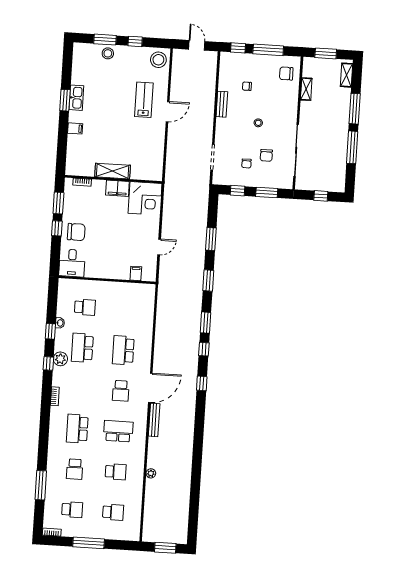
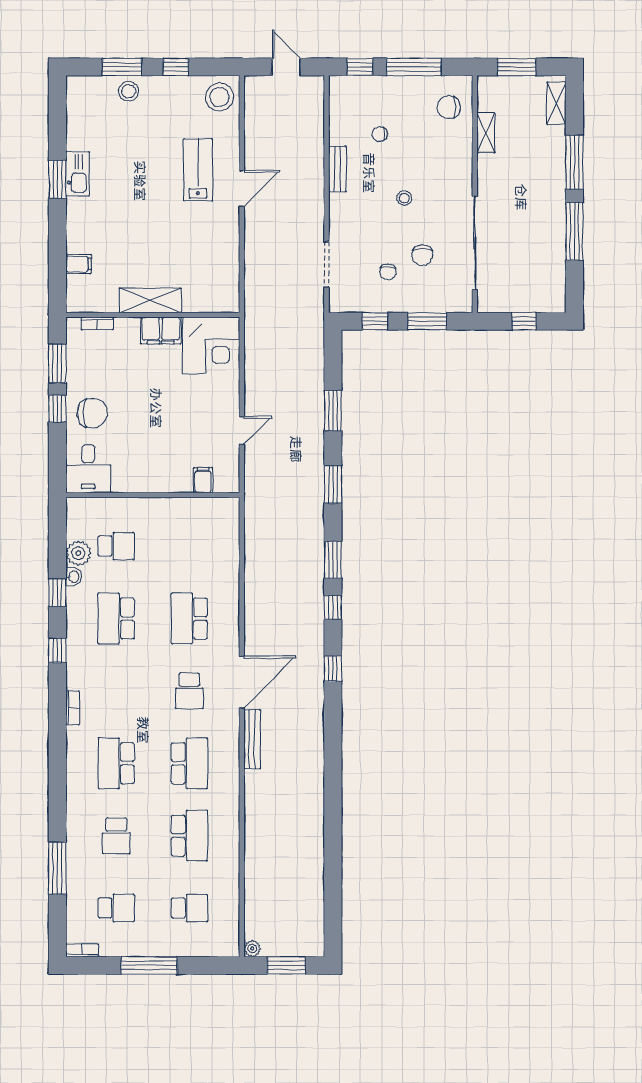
filing cabinet: (75, 128) -> (79, 264), moved
plant: (60, 359) -> (78, 553), moved
school desk: (118, 431) -> (189, 763), turned 90
school desk: (116, 472) -> (189, 836), width x1.85
plant: (151, 473) -> (252, 948), moved

